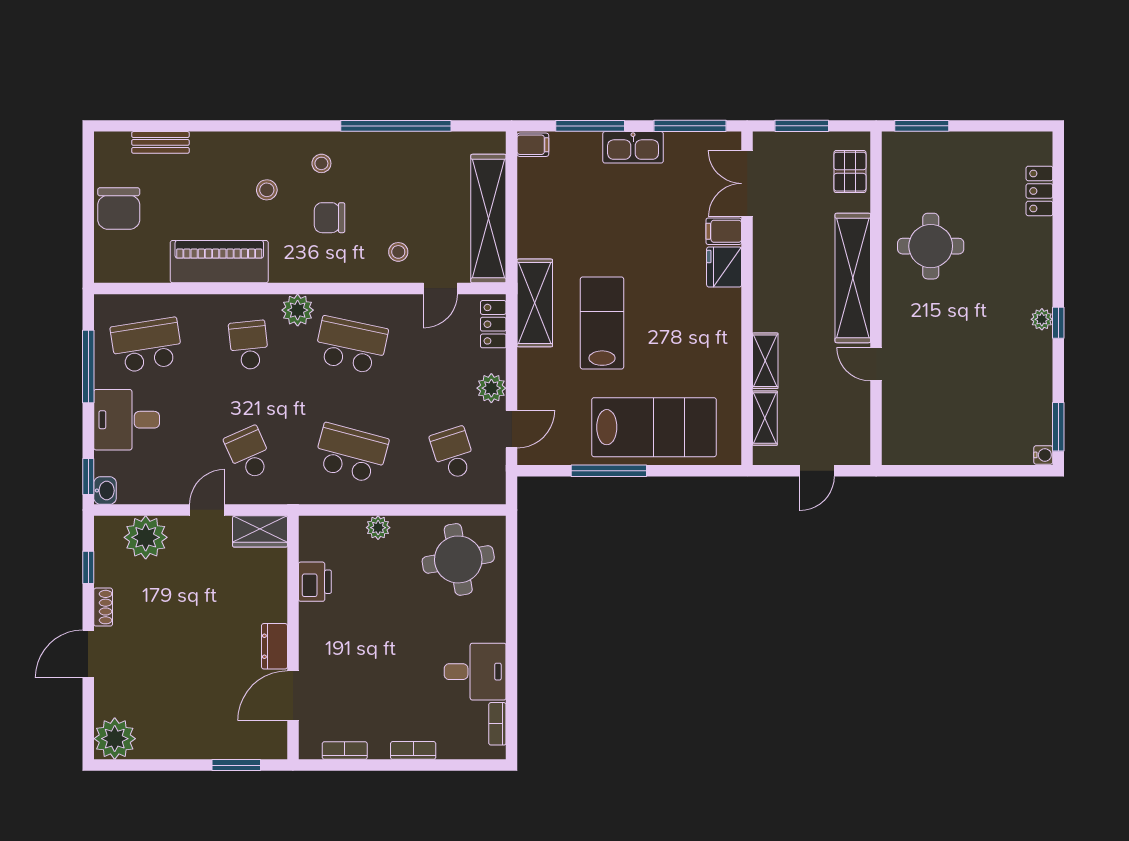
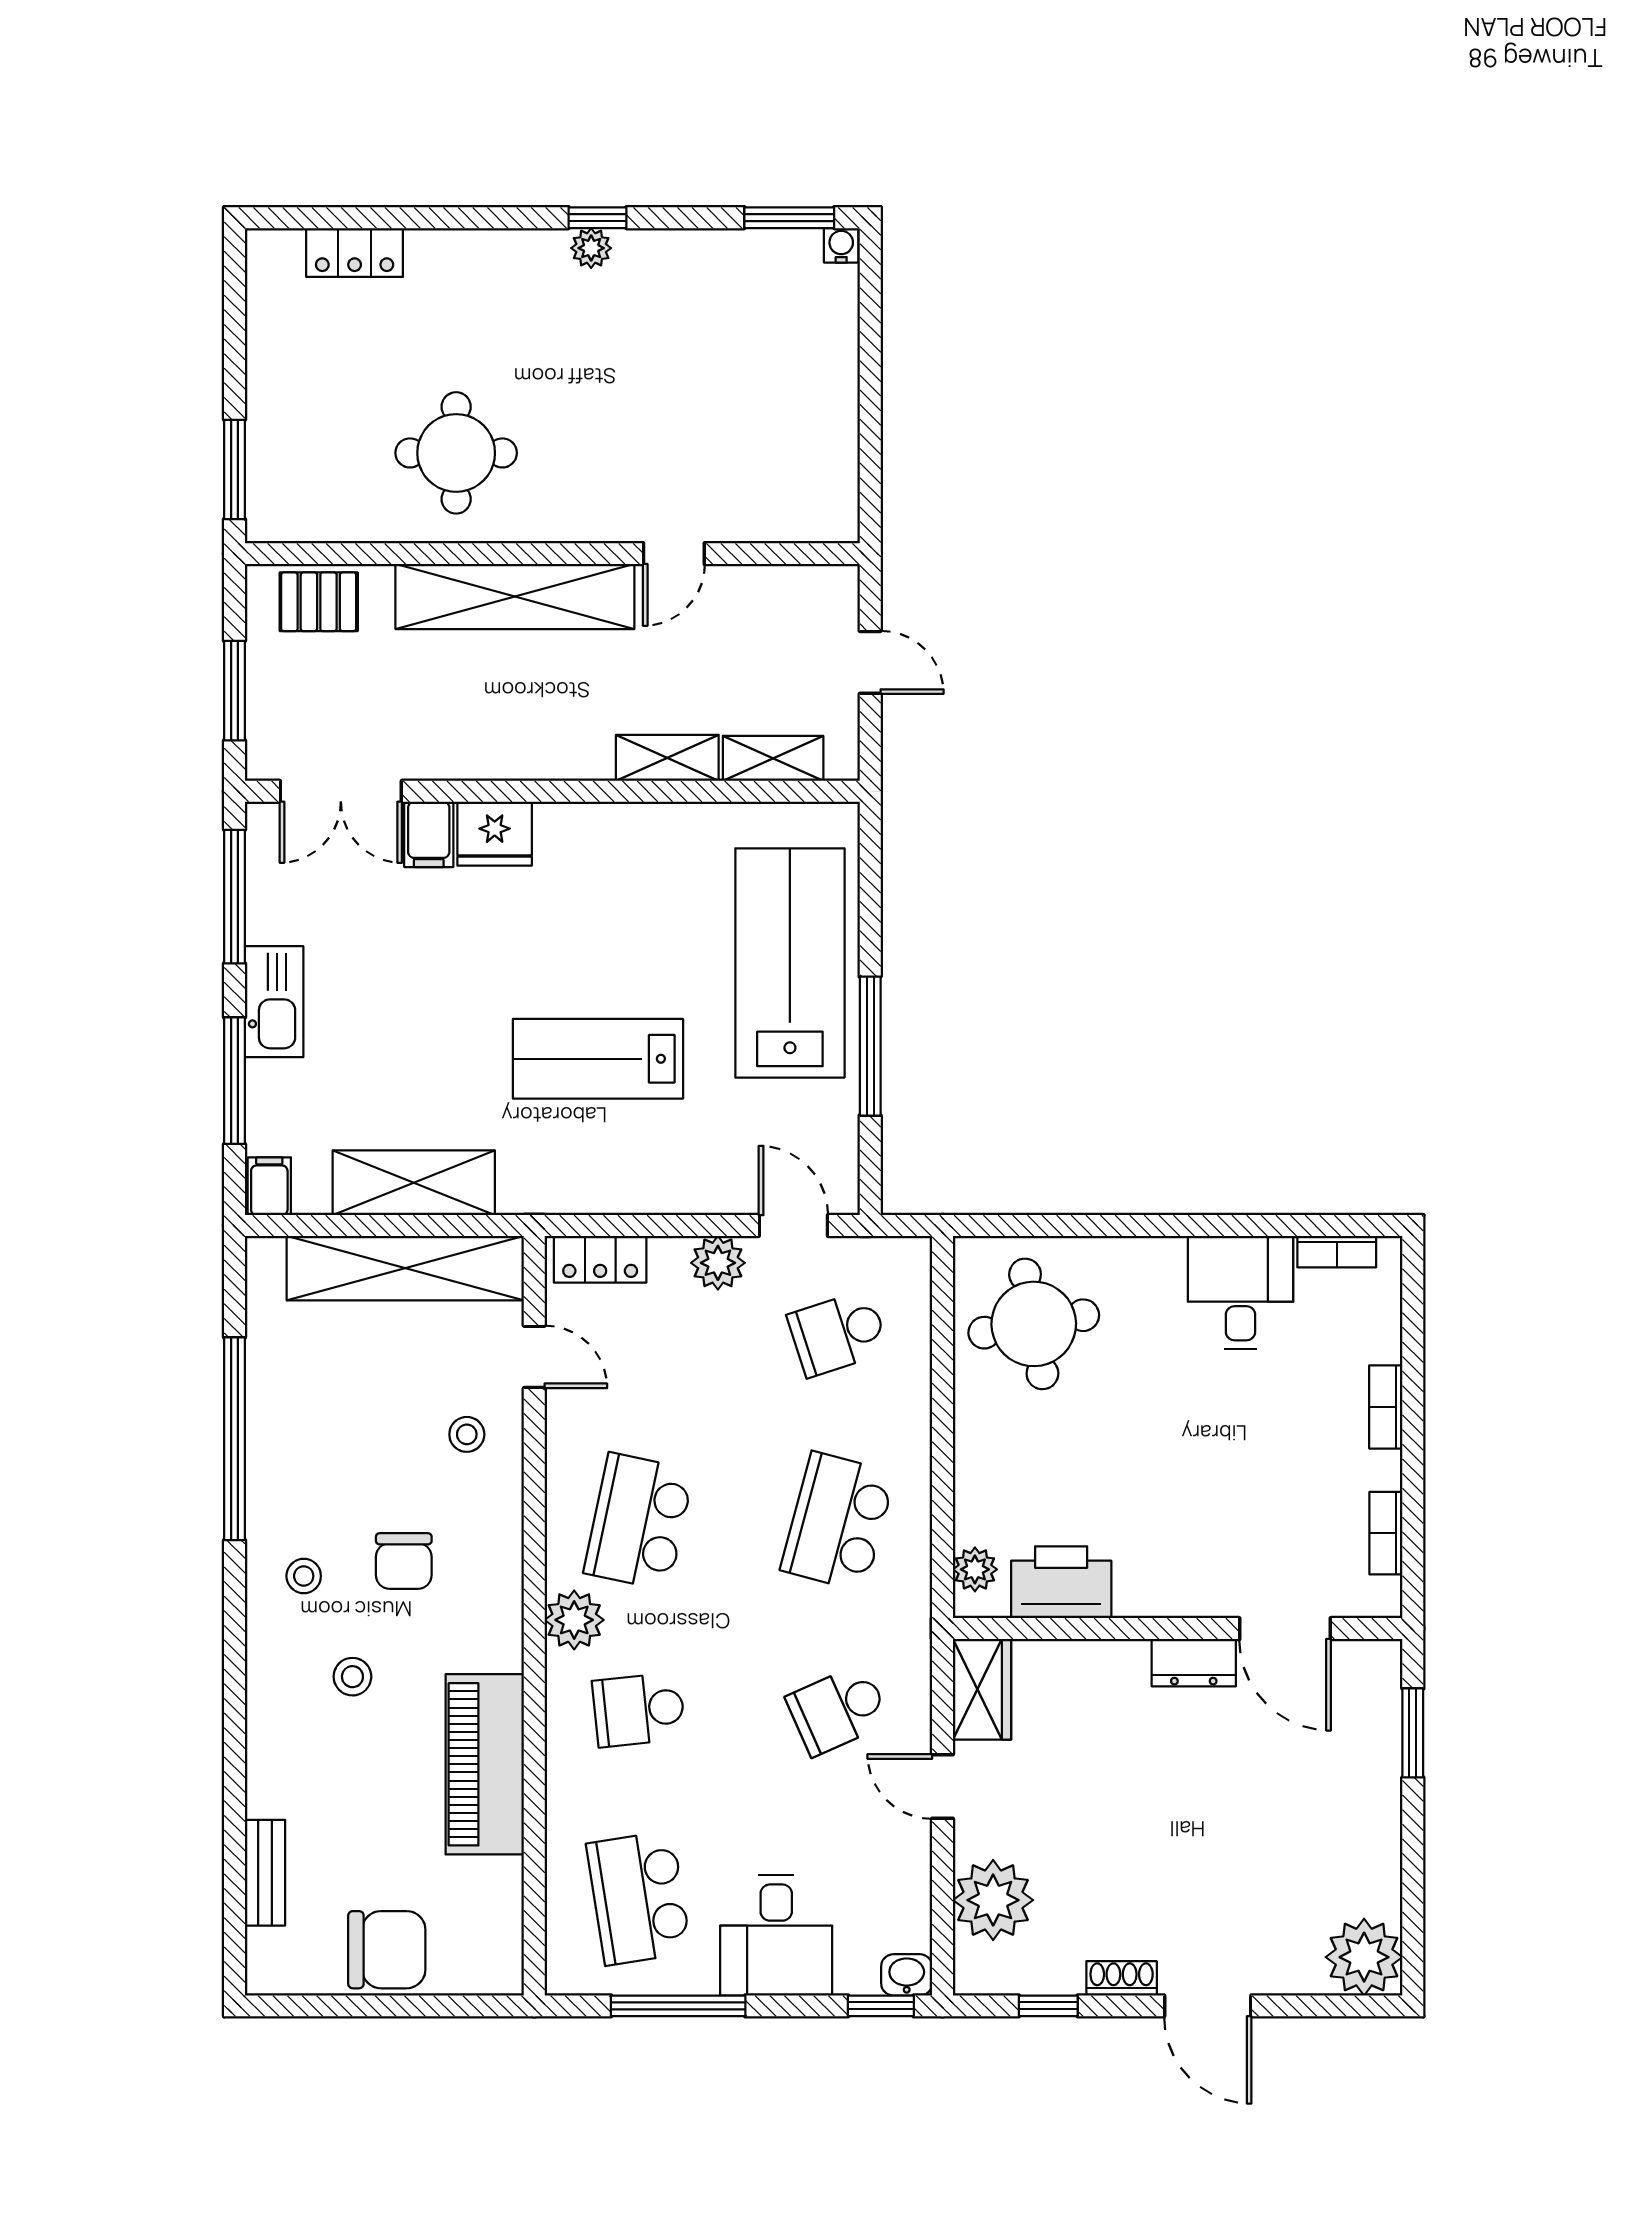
shelving: (535, 303) -> (414, 1183), moved
plant: (378, 528) -> (975, 1569), moved
printer: (315, 582) -> (1061, 1582), width x1.37, depth x1.19

